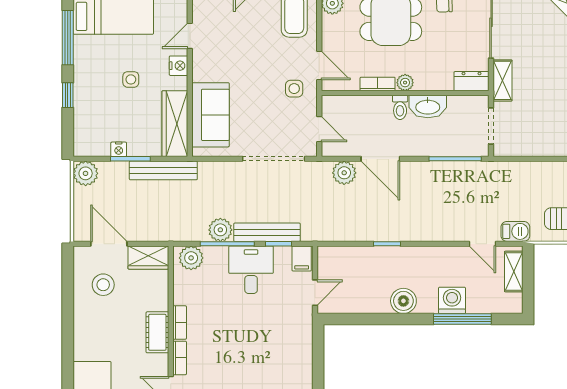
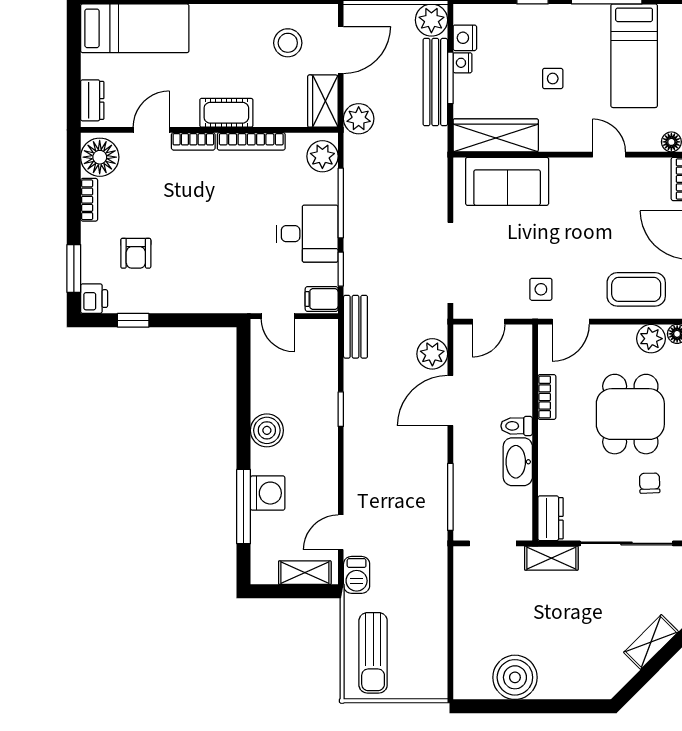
nightstand: (179, 66) -> (465, 38), moved, turned 90
plant: (405, 83) -> (549, 432), removed
bench: (163, 170) -> (435, 82), moved
plant: (220, 230) -> (359, 119), moved
bench: (267, 232) -> (355, 327), moved, width x0.73
bookcase: (180, 323) -> (251, 141), width x1.56

